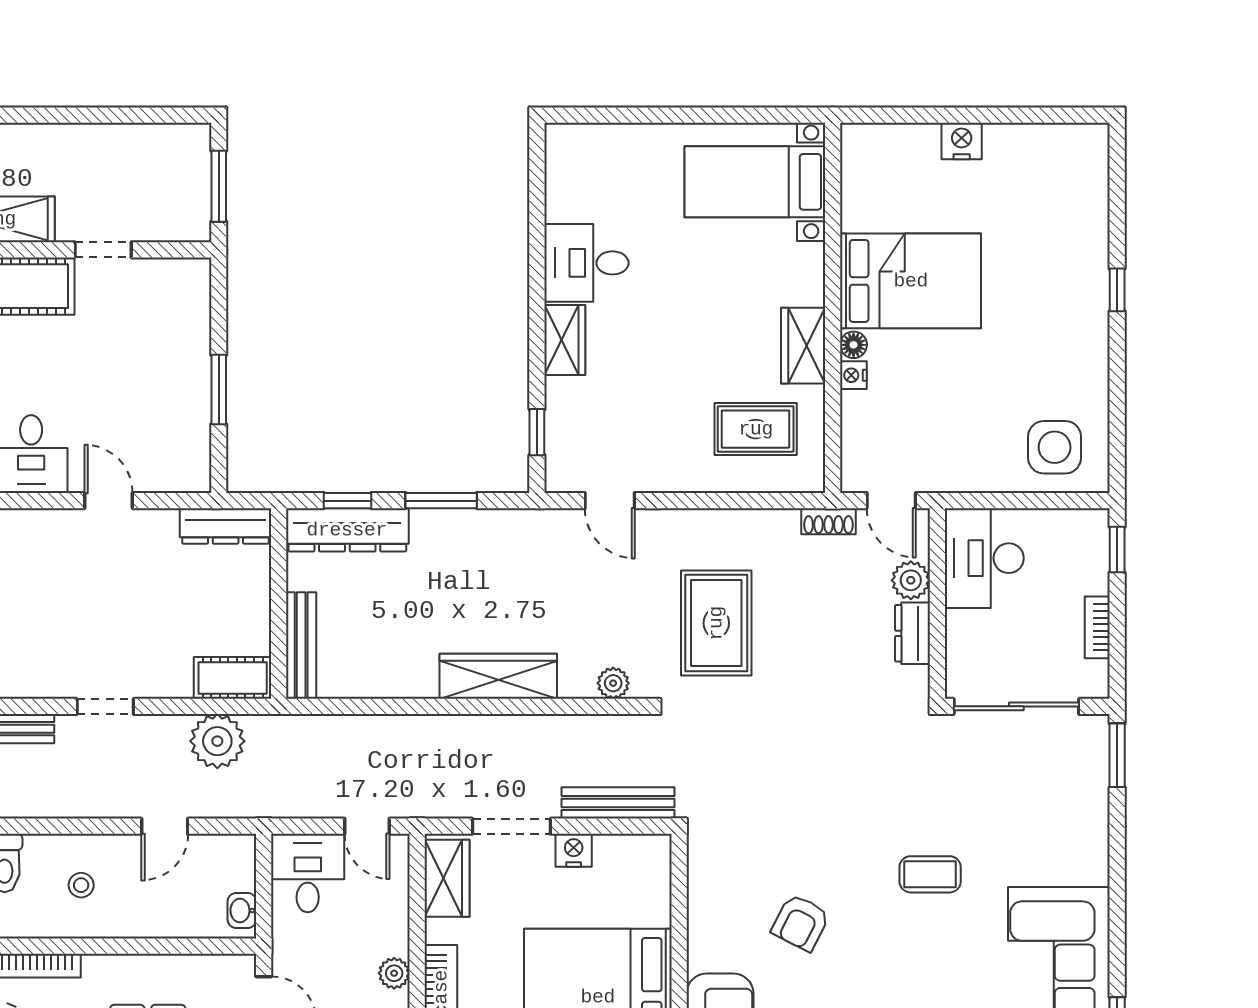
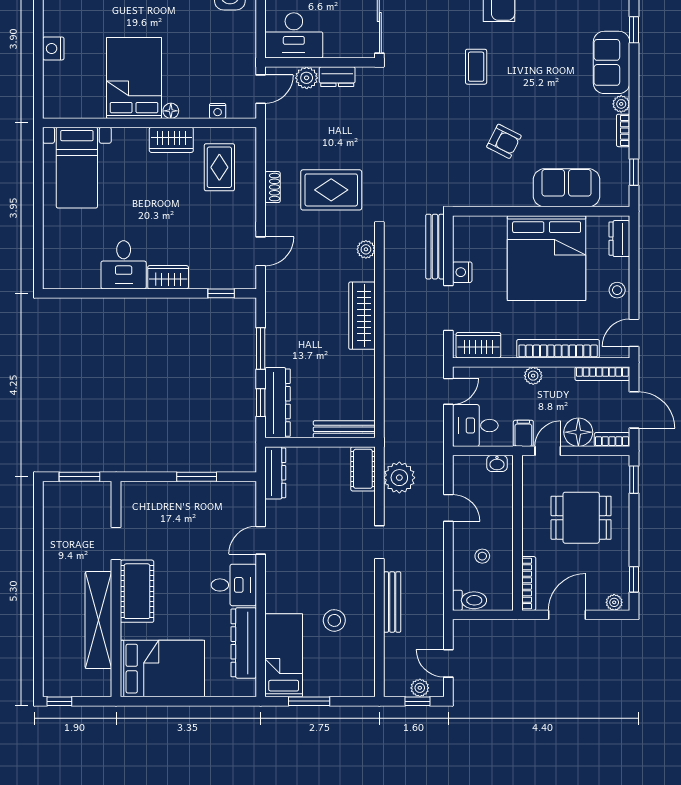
nightstand: (853, 375) -> (218, 111), moved
shoe rack: (828, 521) -> (273, 187), moved
filing cabinet: (294, 956) -> (523, 433), added

